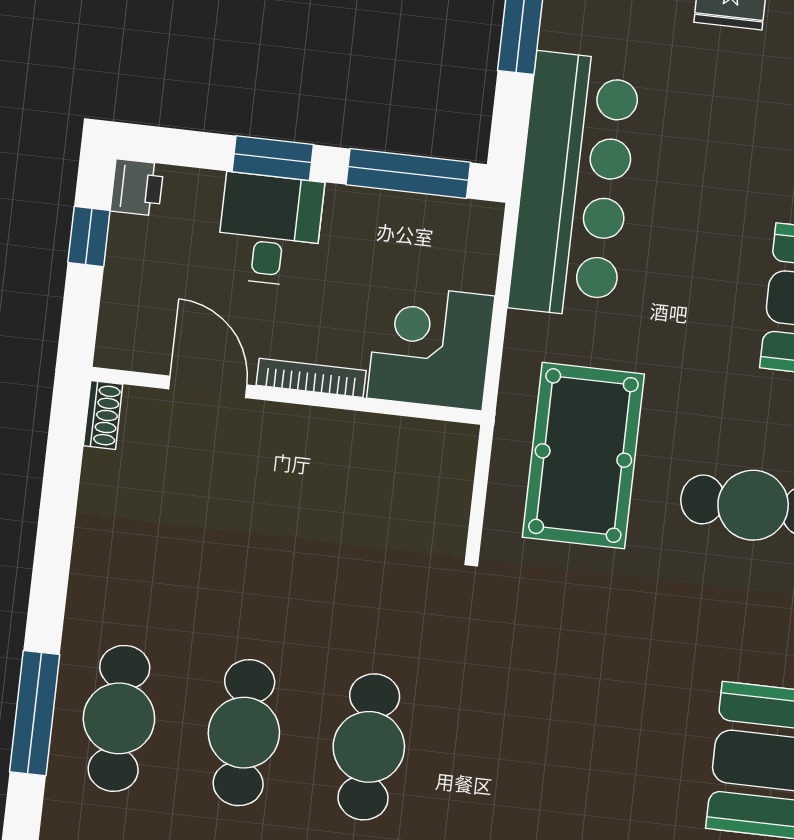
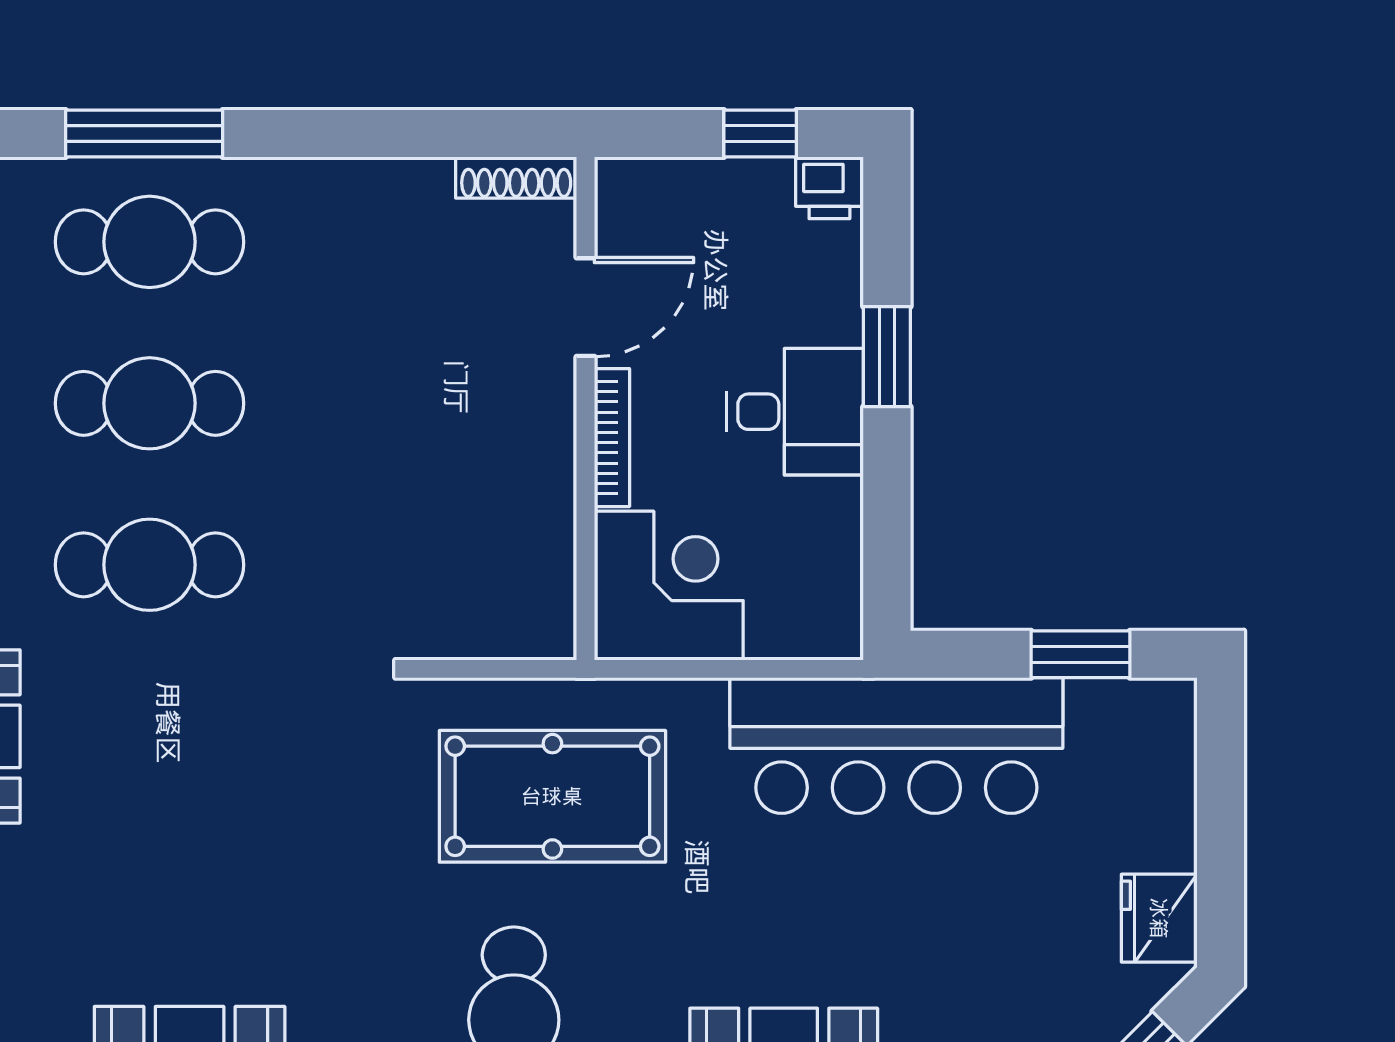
window: (408, 173) -> (887, 532), removed
desk: (270, 230) -> (795, 412), moved
shoe rack: (103, 415) -> (516, 178), width x1.43

